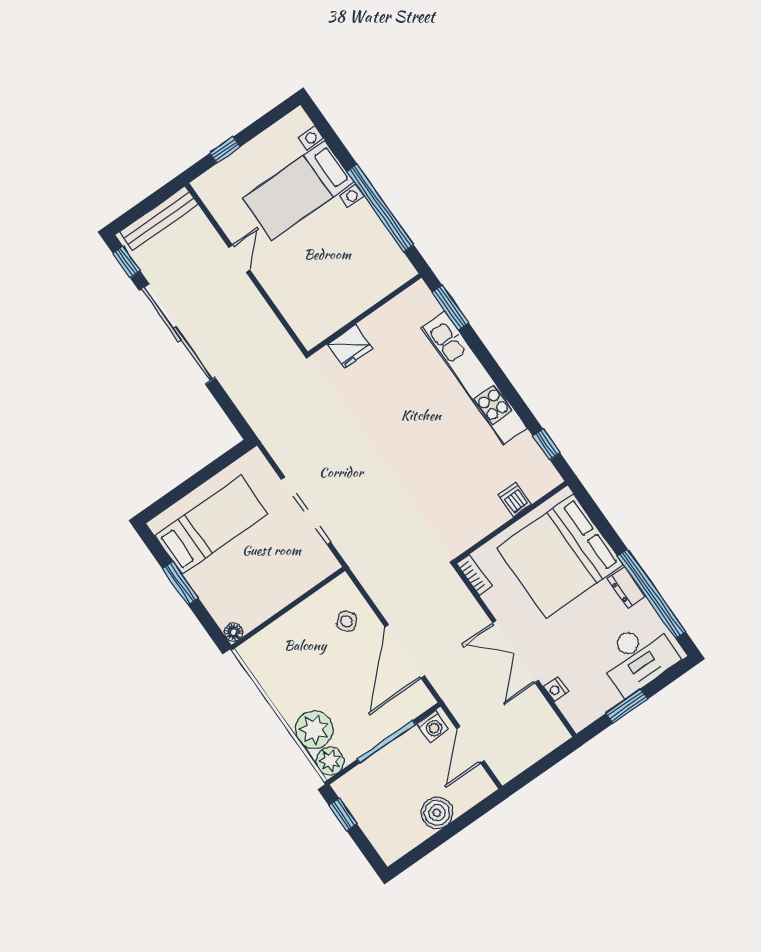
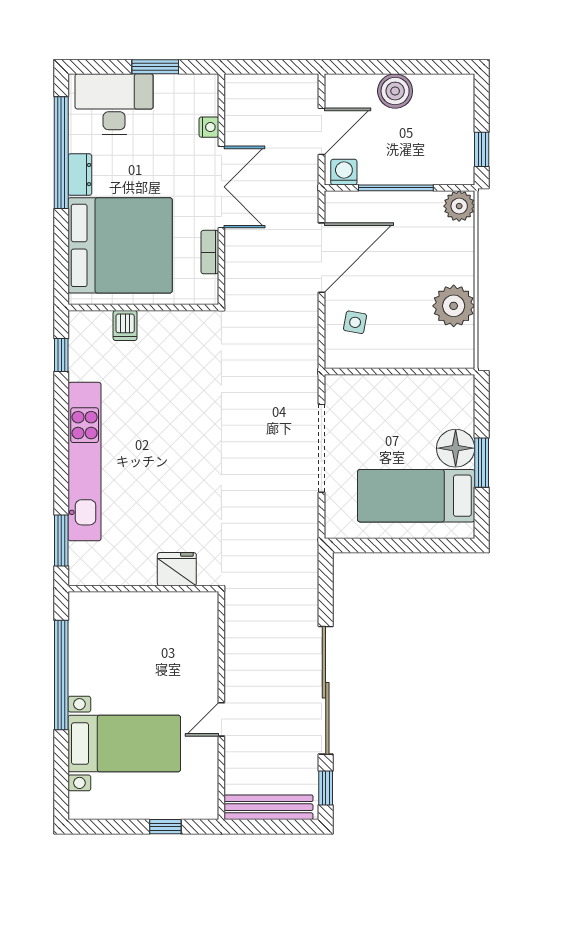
bookcase: (474, 575) -> (210, 252), moved
side table: (347, 621) -> (355, 322), turned -38
floor lamp: (233, 632) -> (456, 448), moved, width x1.89, depth x1.89
plant: (314, 730) -> (454, 306), moved

